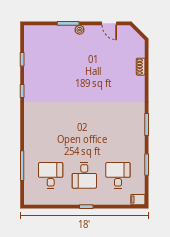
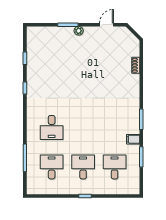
door: (109, 23) -> (106, 25), swing flipped
desk: (51, 133) -> (52, 127), added
desk: (84, 175) -> (83, 167), turned 180
filing cabinet: (138, 200) -> (133, 139), moved

